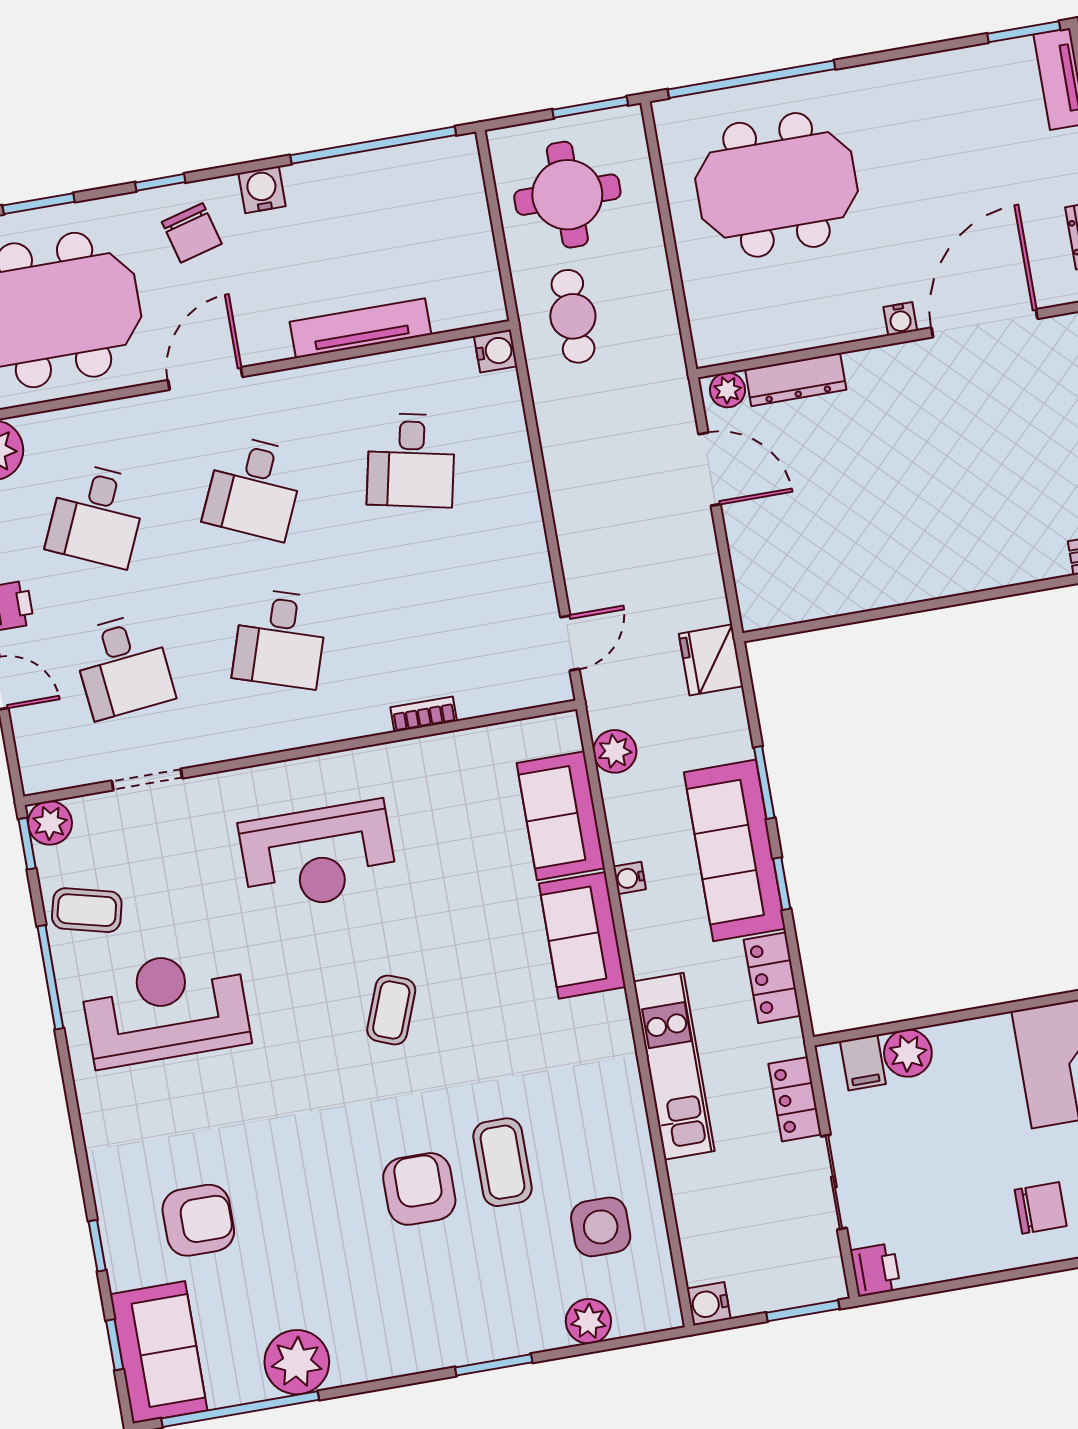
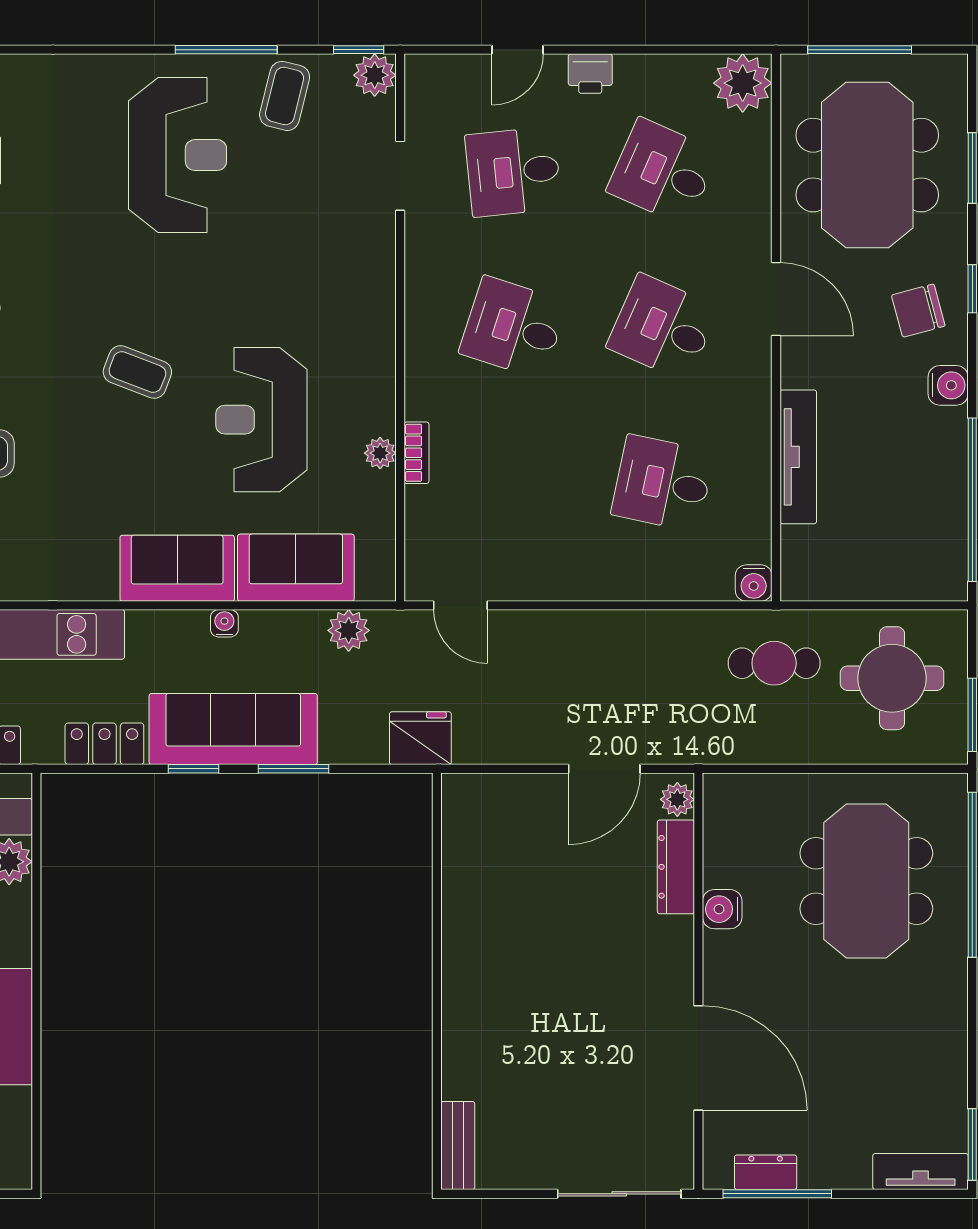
water cooler: (900, 319) -> (722, 909), moved, width x1.38, depth x1.38
plant: (430, 751) -> (380, 453), added
reception desk: (318, 856) -> (261, 420), moved

